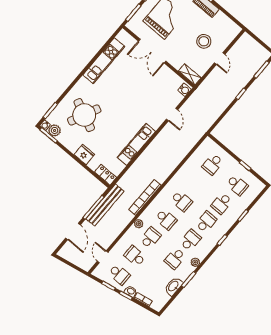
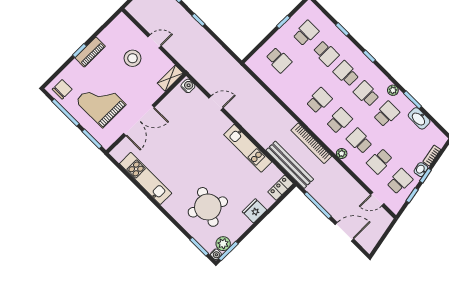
bench: (105, 205) -> (290, 165), moved
school desk: (175, 259) -> (386, 114), turned -90

